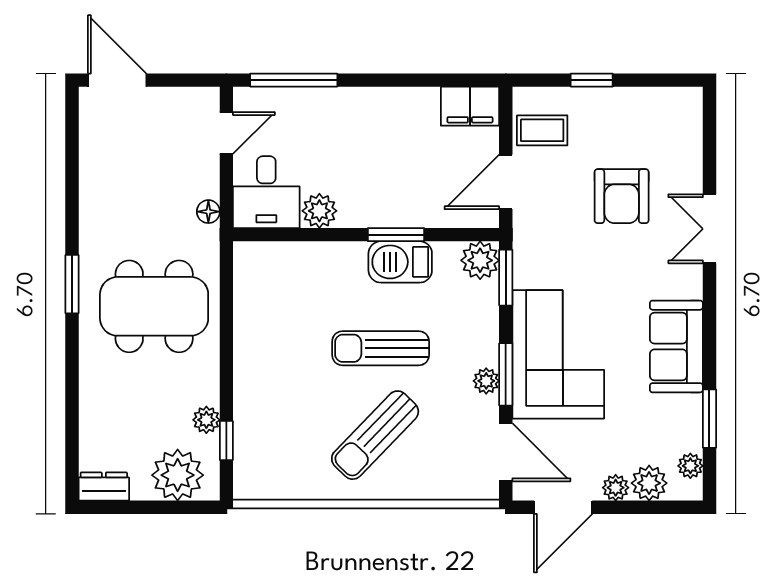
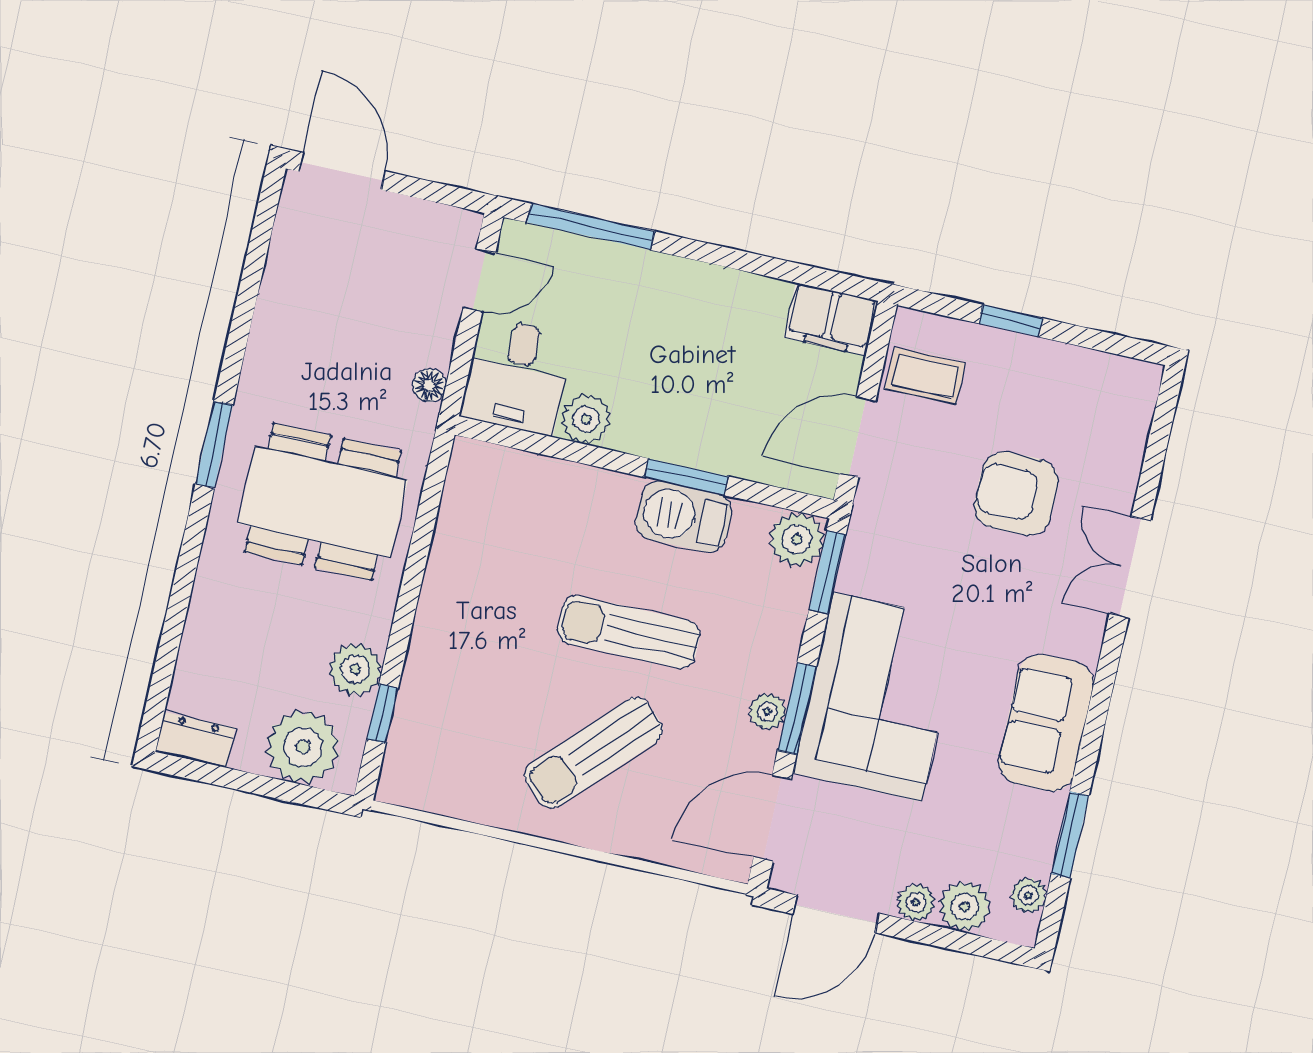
armchair: (622, 196) -> (1016, 494), turned 90
plant: (206, 420) -> (355, 669), width x1.38, depth x1.38
door: (506, 452) -> (772, 818), swing flipped

